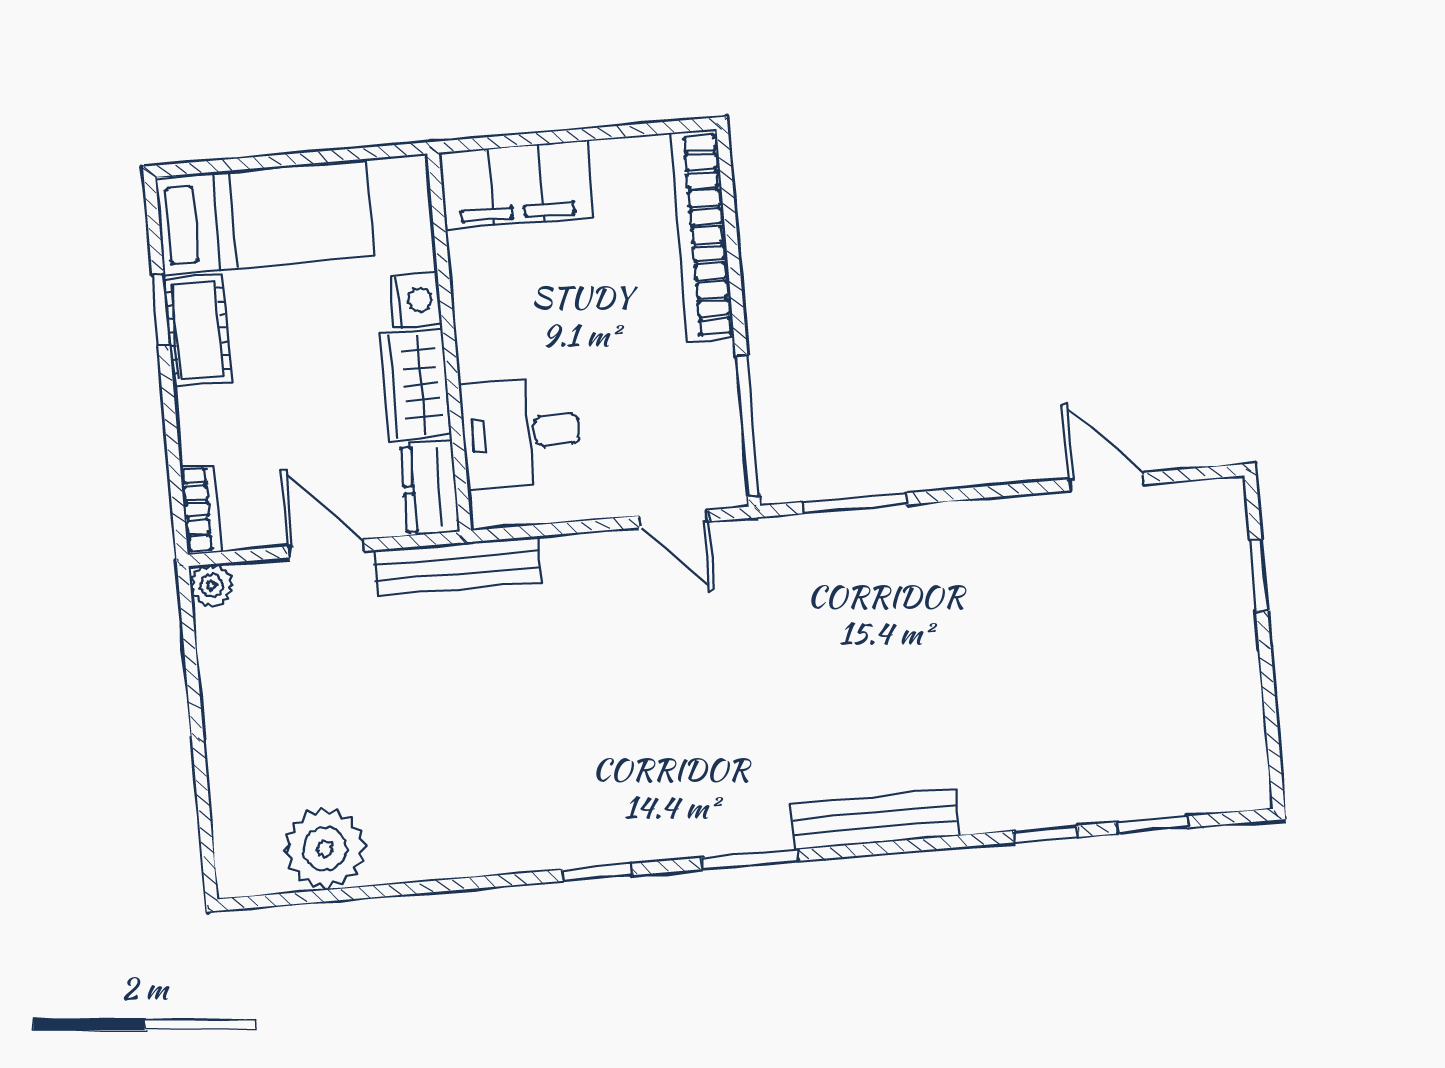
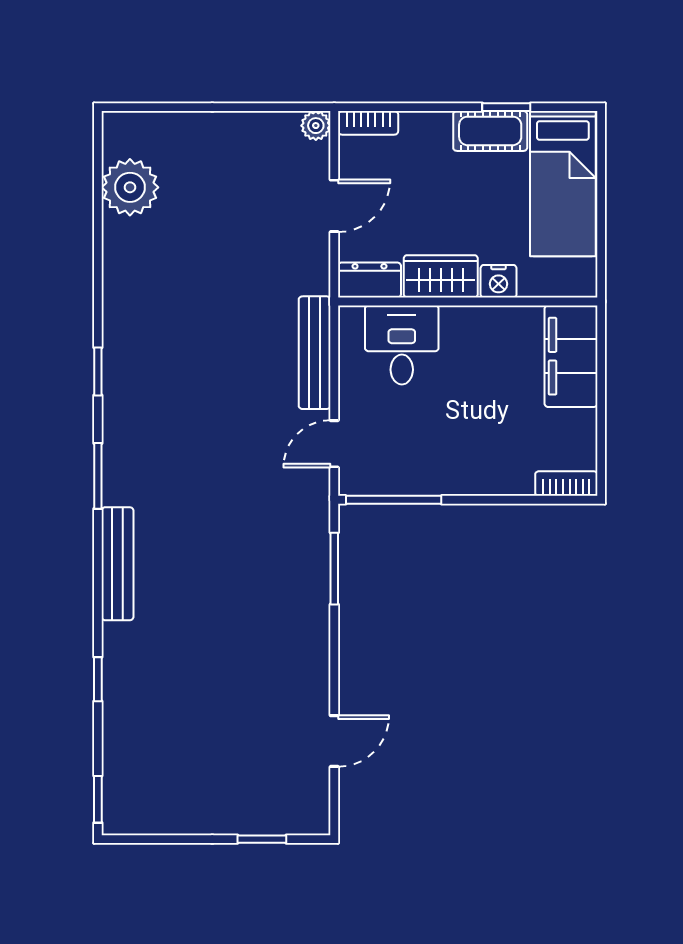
bookcase: (702, 235) -> (566, 484), width x0.43, depth x0.76
bench: (458, 566) -> (315, 353), moved
window: (1153, 825) -> (98, 799), moved

